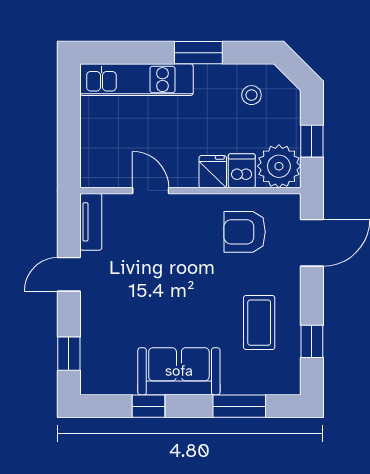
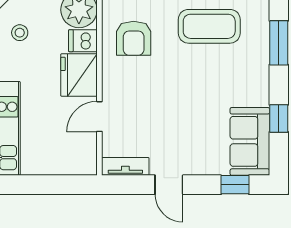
fridge: (213, 172) -> (79, 75), width x1.88, depth x1.34
coffee table: (259, 323) -> (209, 26), width x1.36, depth x1.32
sofa: (179, 371) -> (250, 141), moved

